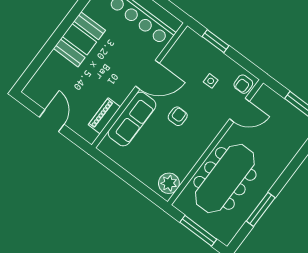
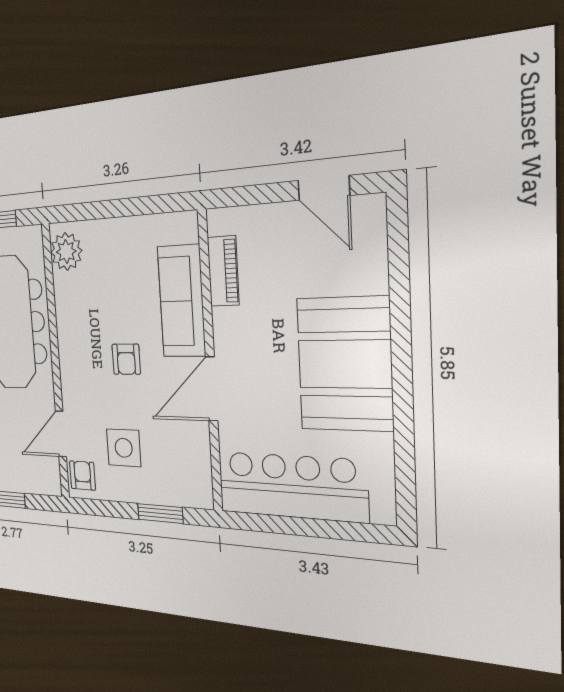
booth: (79, 39) -> (345, 364), width x1.36, depth x1.42
side table: (211, 81) -> (124, 448), width x1.87, depth x1.87
door: (52, 121) -> (324, 188), moved

